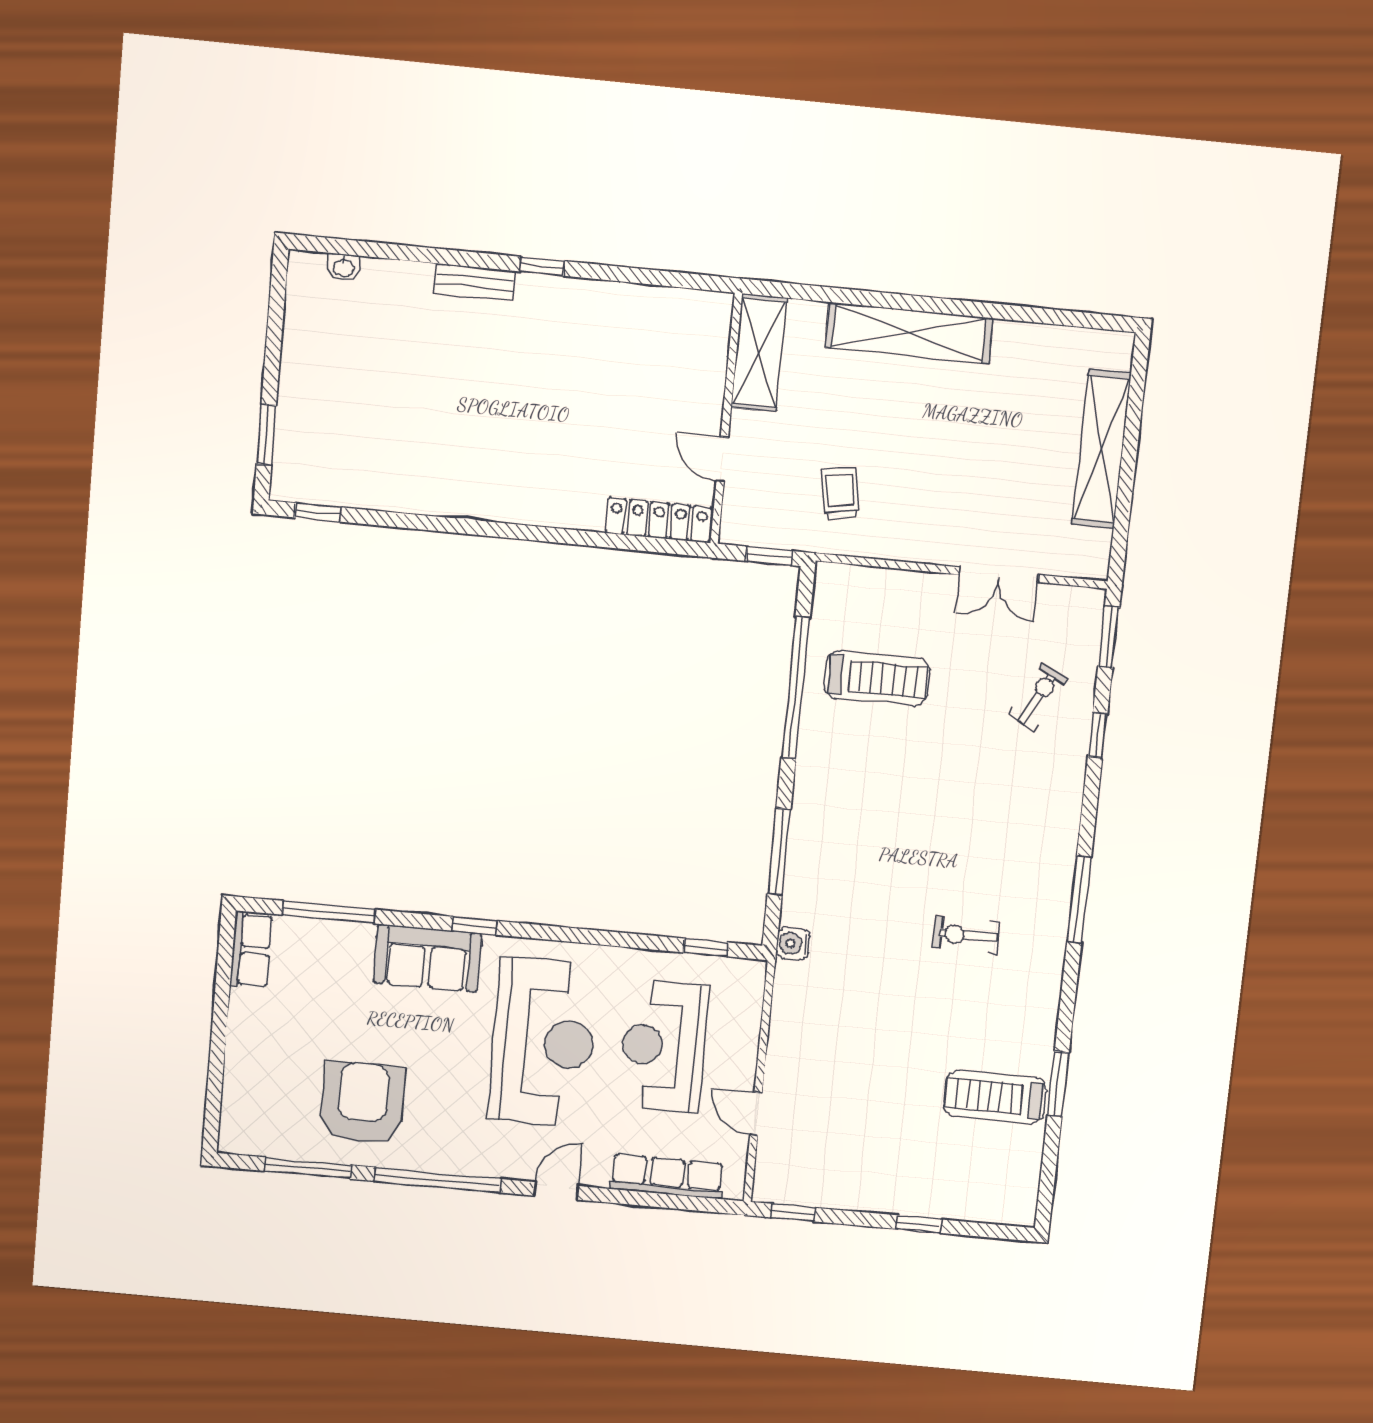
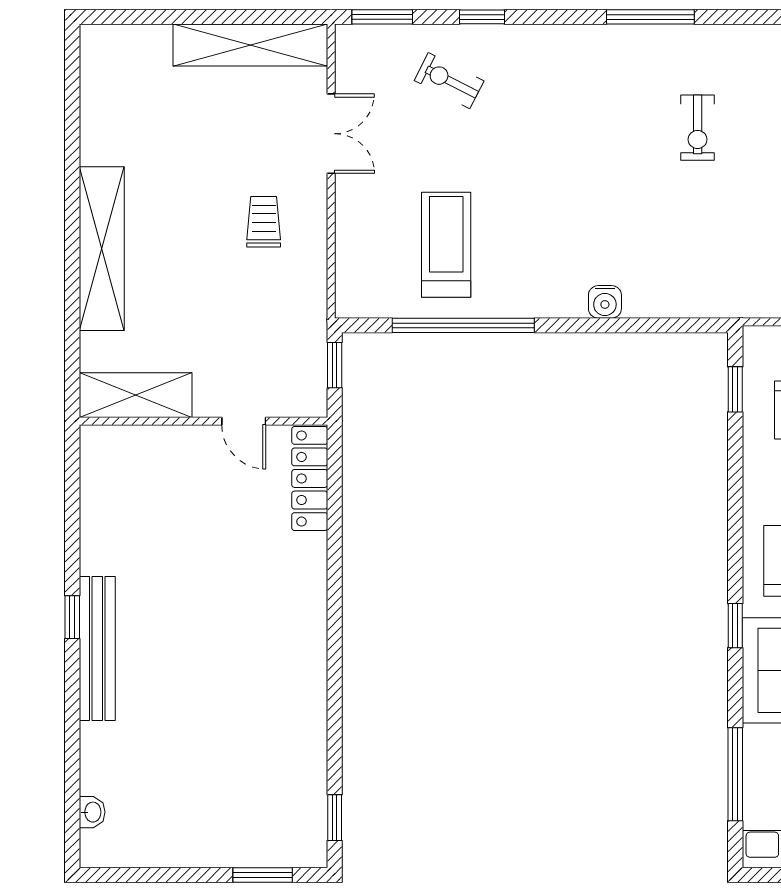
bench: (475, 282) -> (97, 649), width x1.86, depth x1.21
shelving: (1102, 449) -> (250, 45), moved
door: (722, 459) -> (244, 421), hinge flipped
trolley: (840, 493) -> (264, 222), moved, turned 100
window: (779, 851) -> (630, 325), removed
water cooler: (793, 944) -> (605, 302), moved

